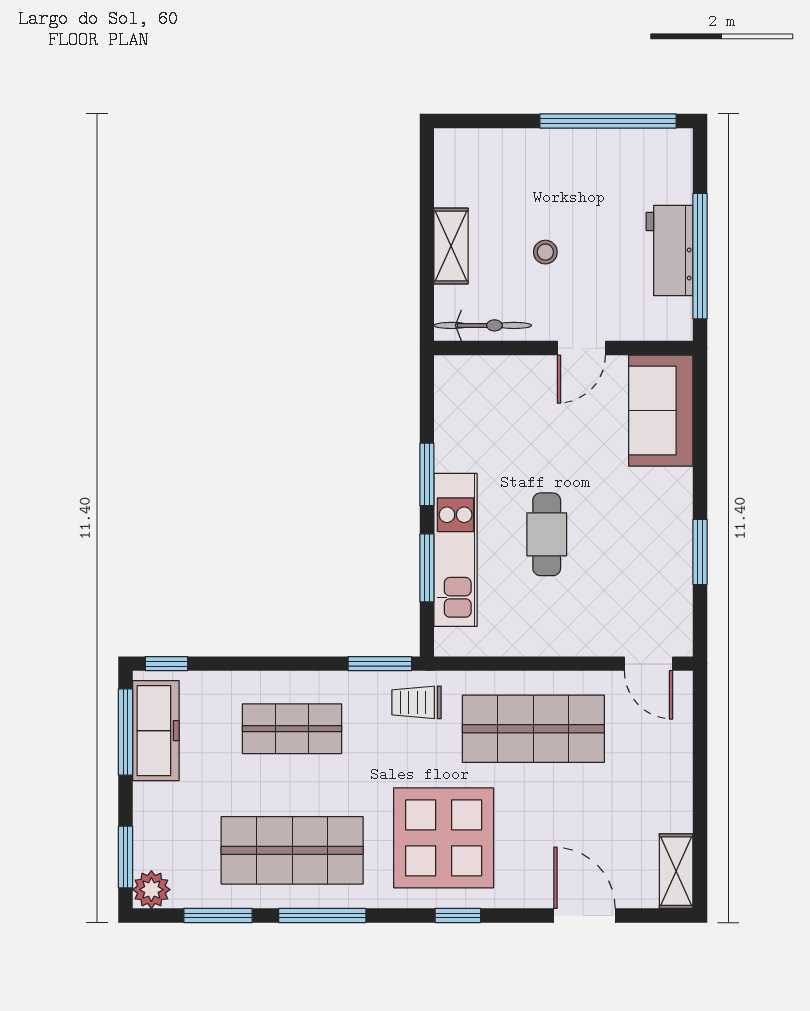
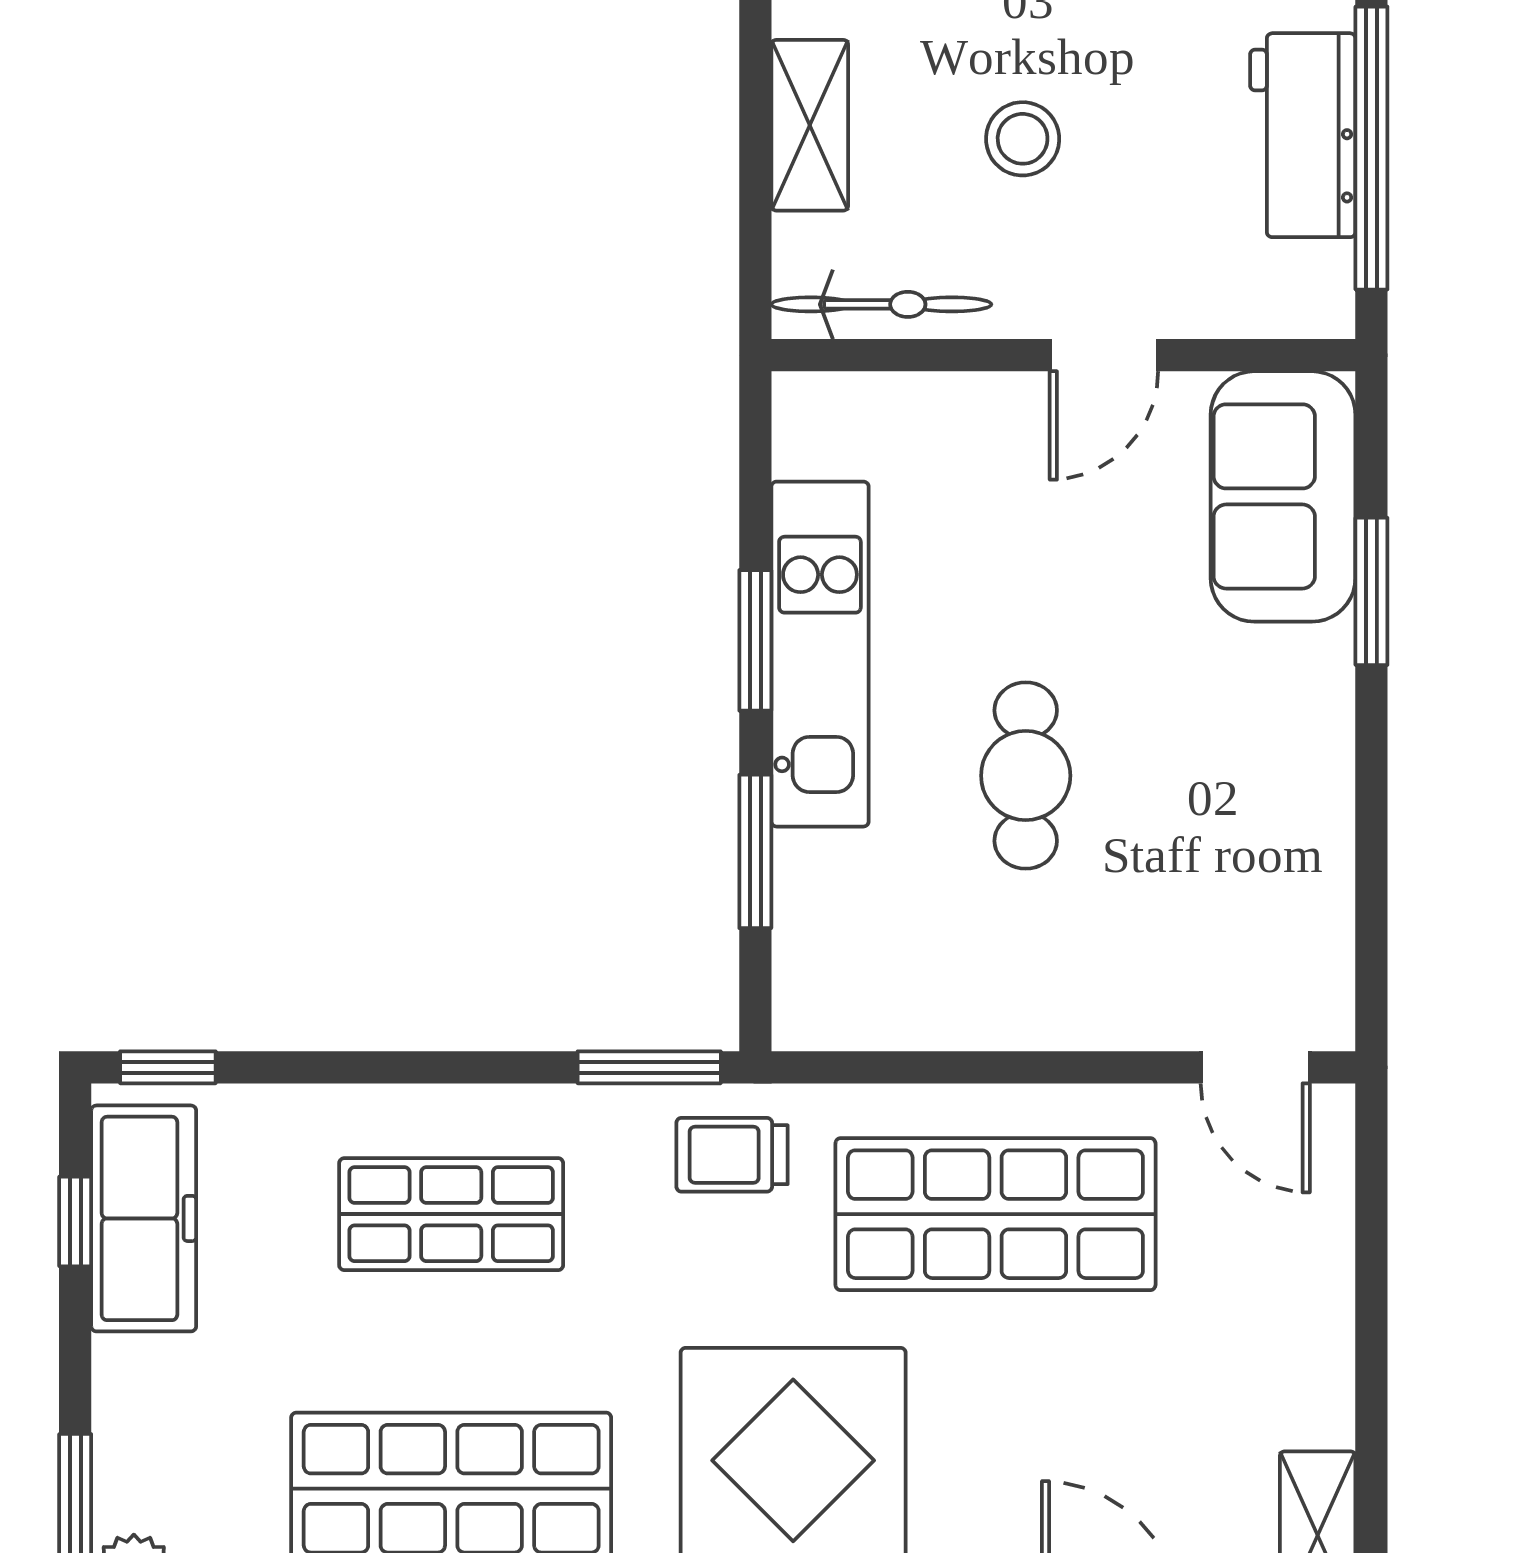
stool: (545, 252) -> (1023, 139), width x1.37, depth x1.37
kitchen unit: (456, 550) -> (820, 654), moved
window: (700, 552) -> (1371, 591), moved
window: (125, 732) -> (75, 1221), width x0.46

